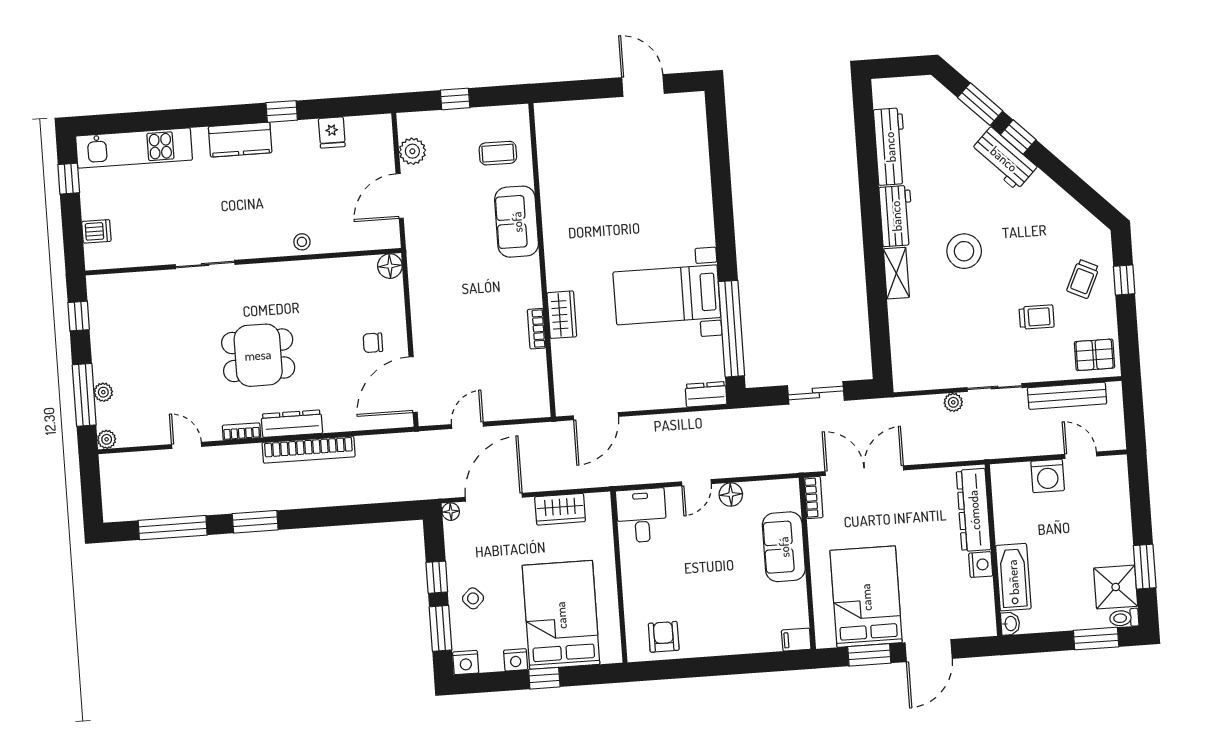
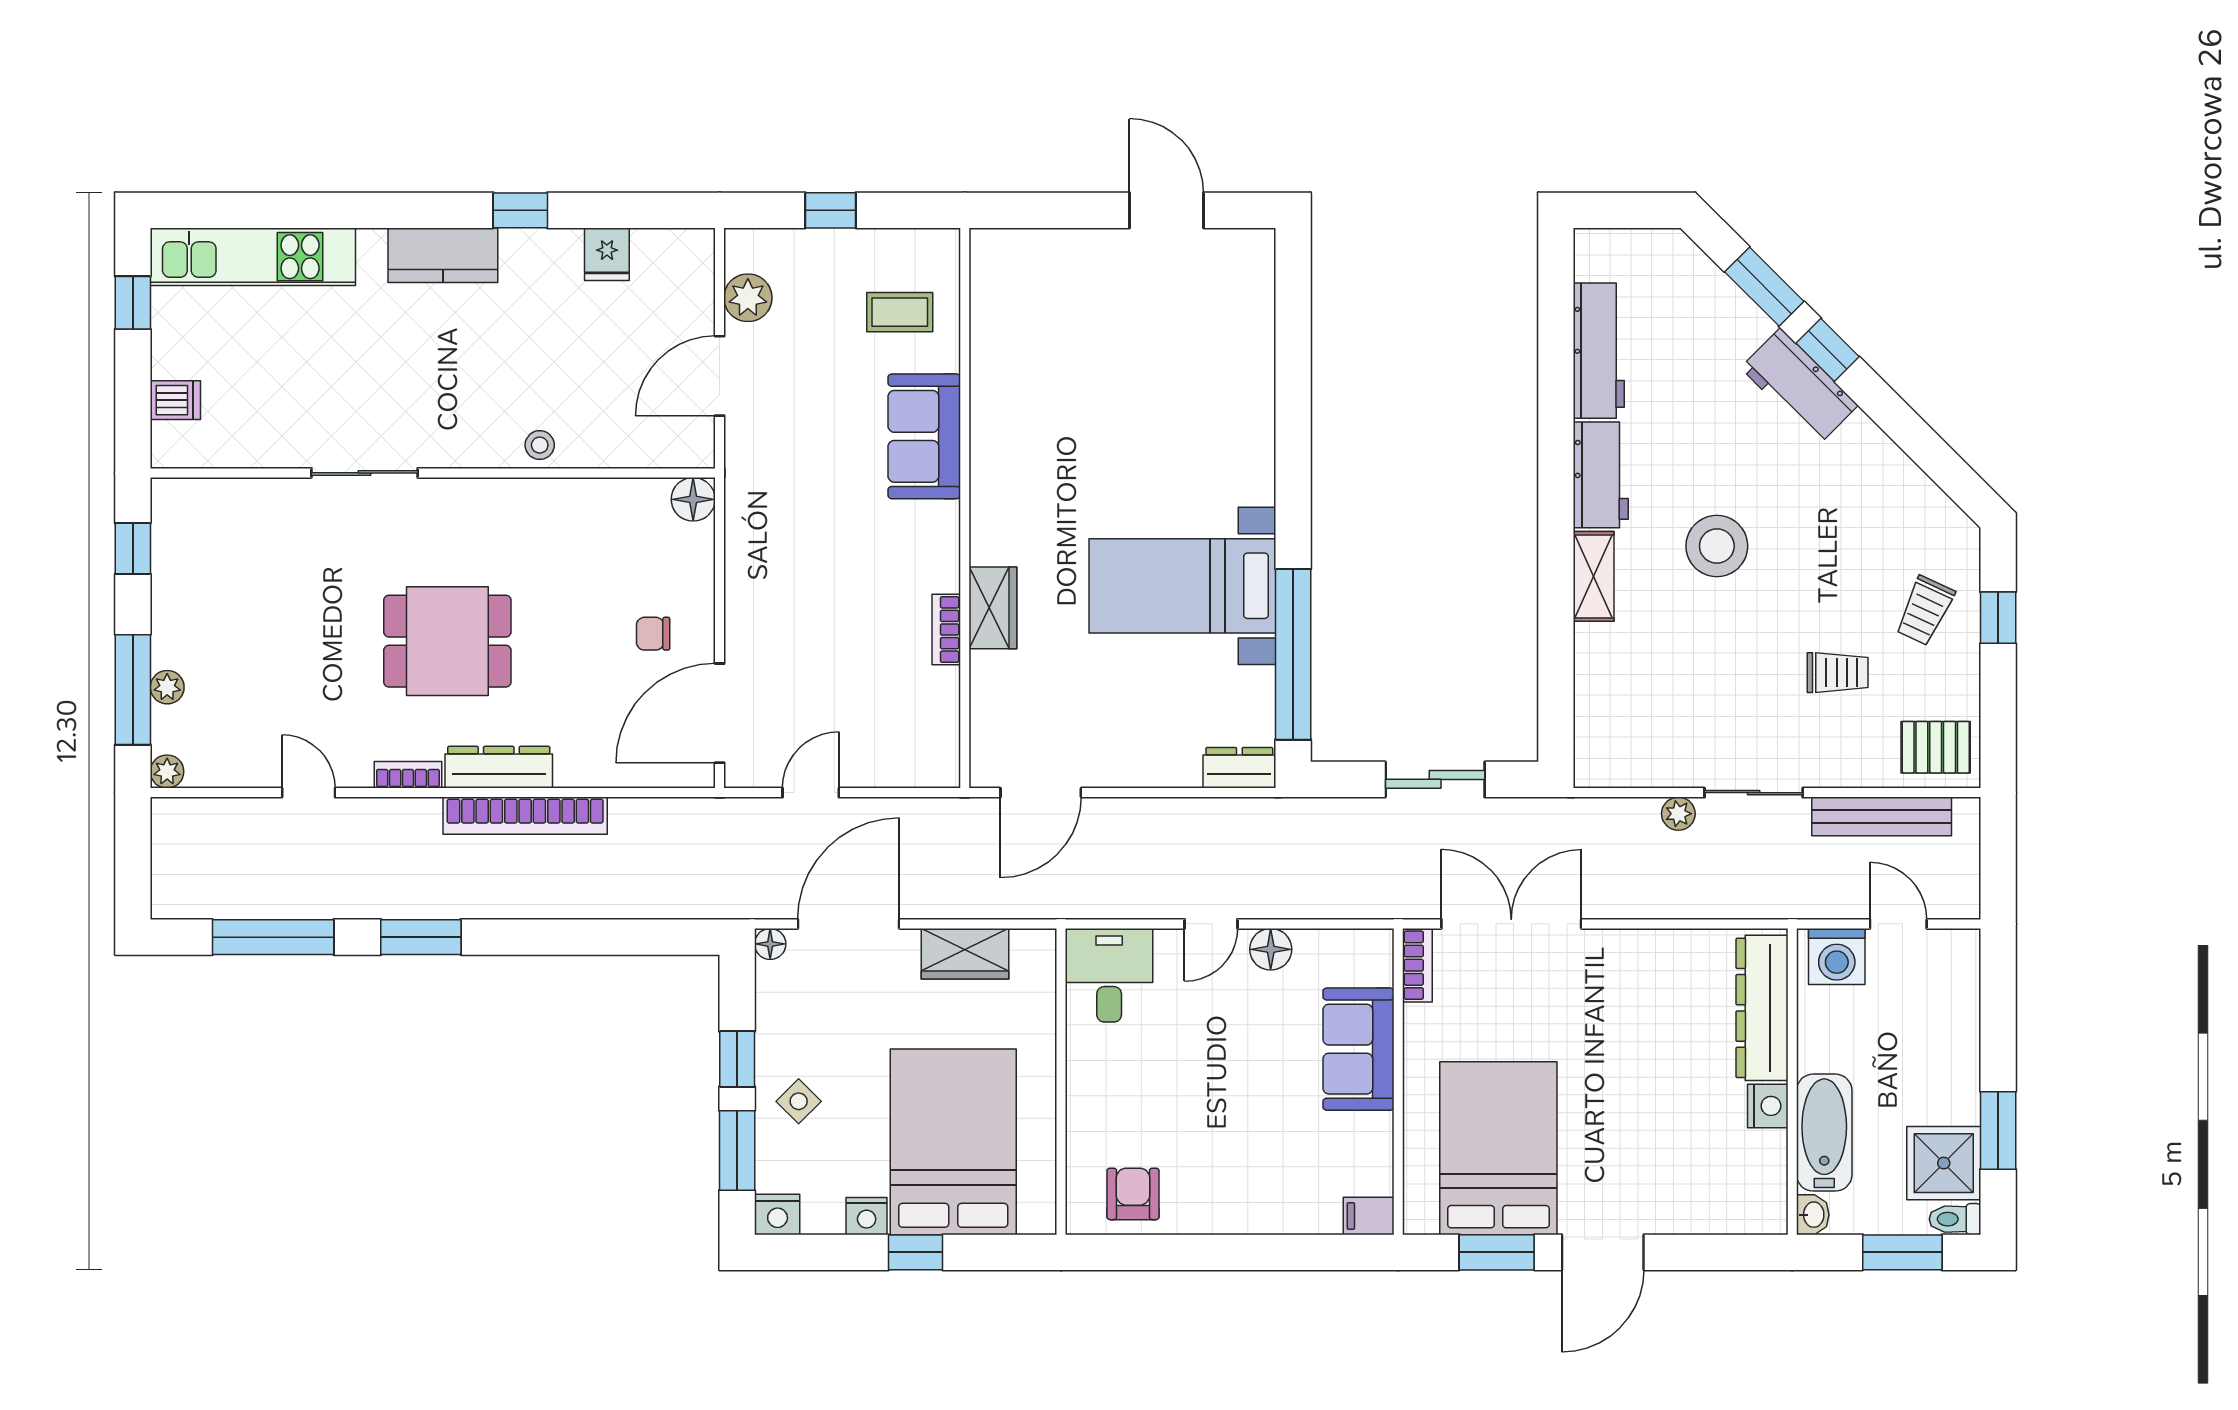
dresser: (974, 510) -> (1762, 1008), moved
wall: (993, 550) -> (1792, 1082), moved
nightstand: (981, 565) -> (1768, 1106), moved
bathtub: (1013, 577) -> (1824, 1133), moved
washbasin: (1010, 624) -> (1813, 1215), moved

